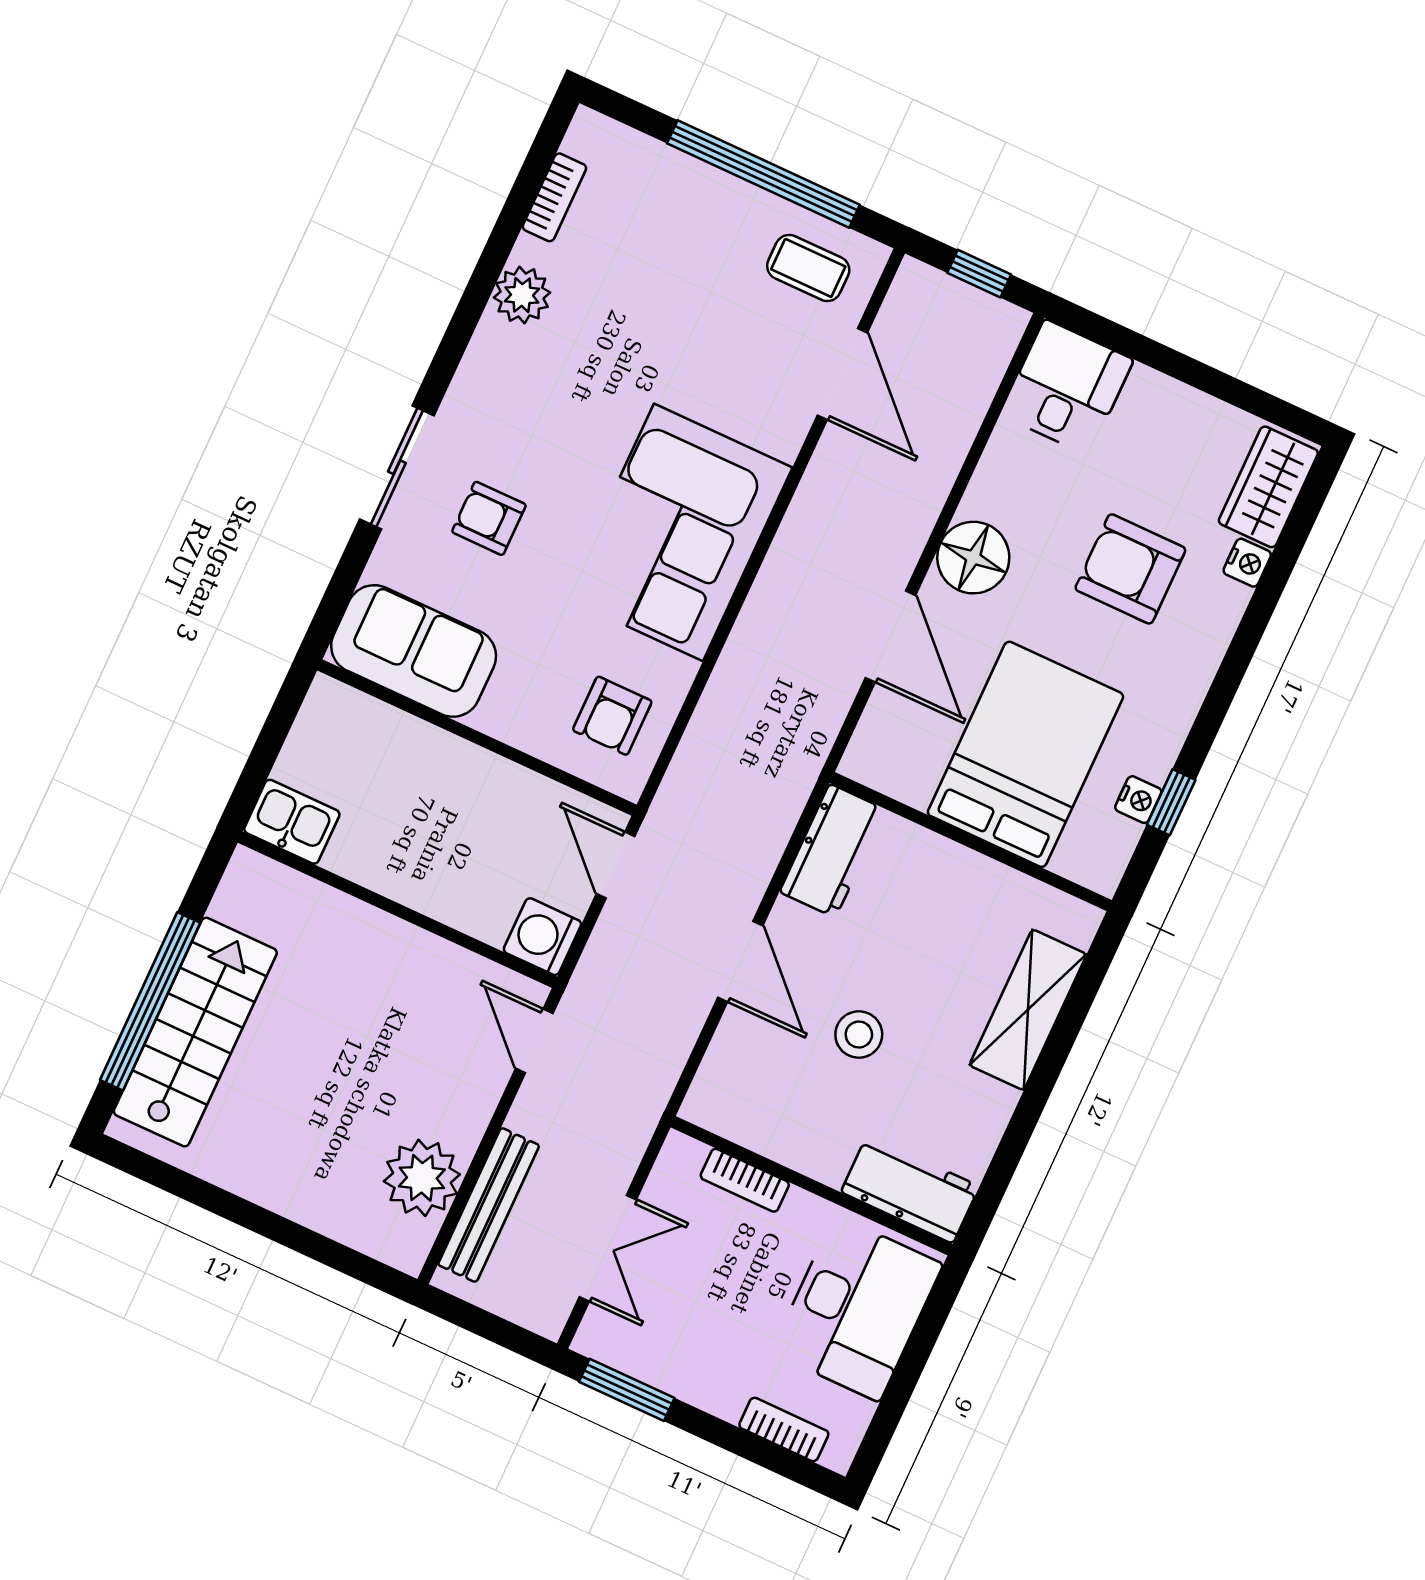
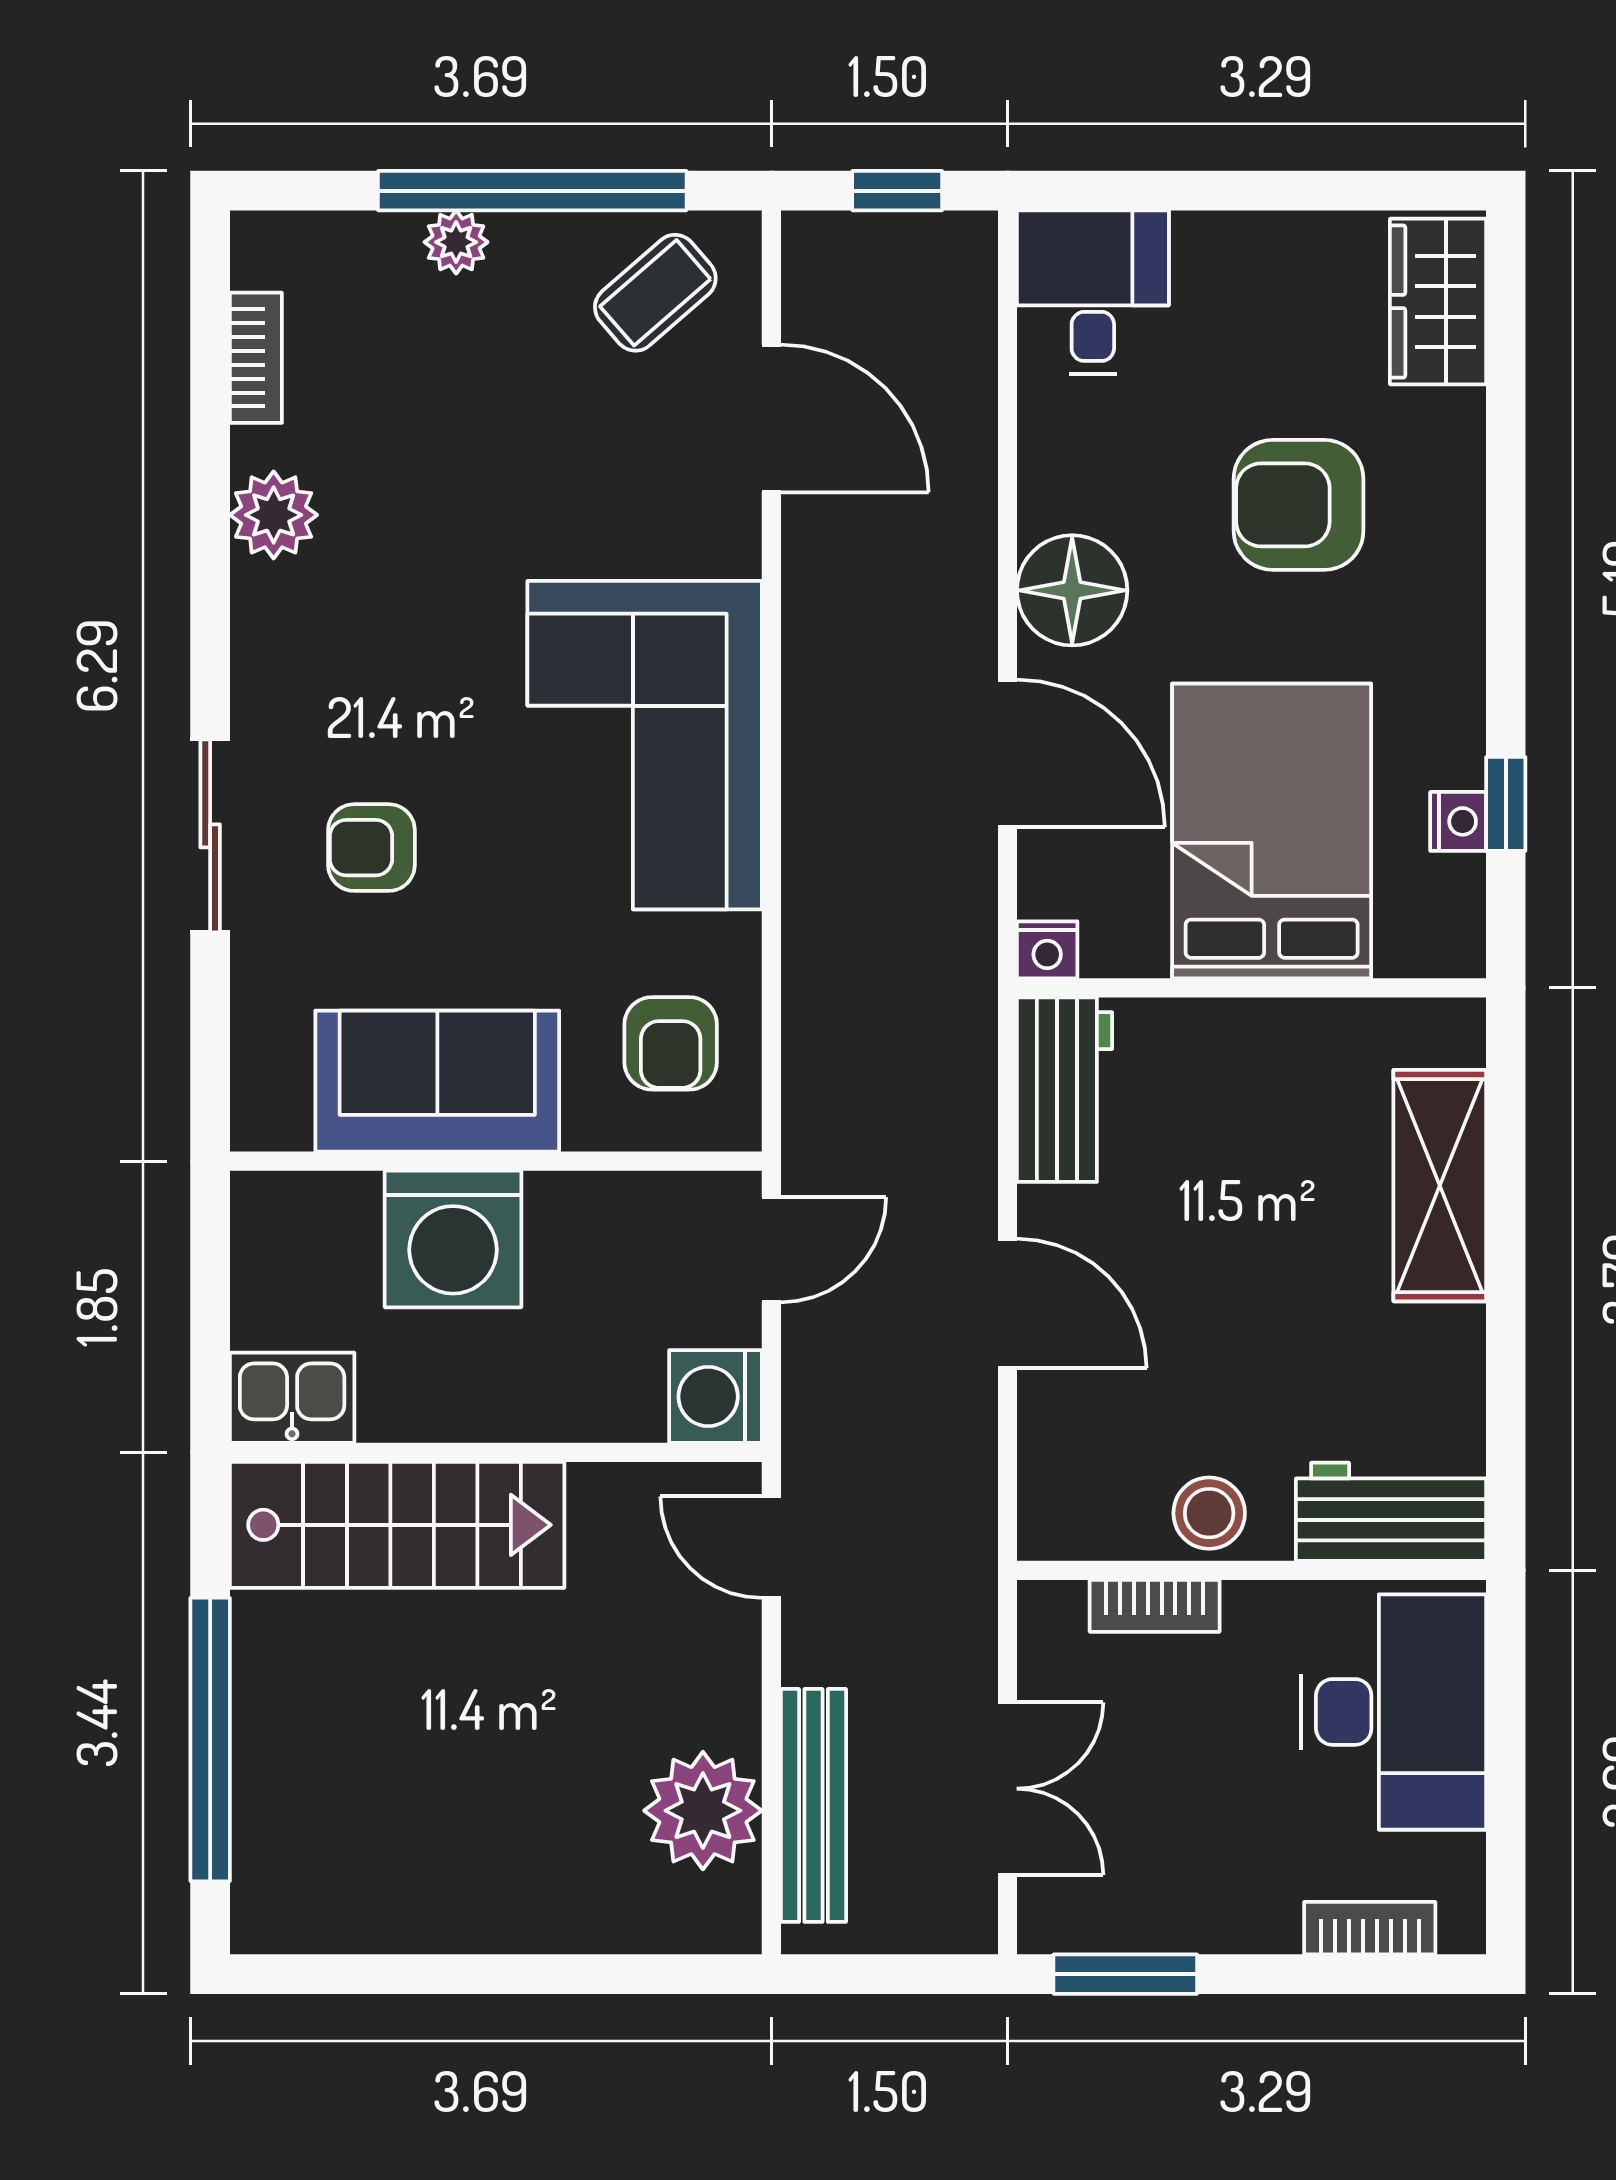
plant: (704, 184) -> (456, 242), added
coffee table: (808, 268) -> (655, 293), turned -41
nightstand: (1247, 563) -> (1047, 950), moved, turned 90
sofa: (414, 651) -> (437, 1081), moved
washing machine: (430, 772) -> (453, 1239), added
door: (616, 865) -> (771, 1250), swing flipped
stairs: (195, 1032) -> (397, 1525), moved, turned 90
stool: (859, 1035) -> (1209, 1513), moved

